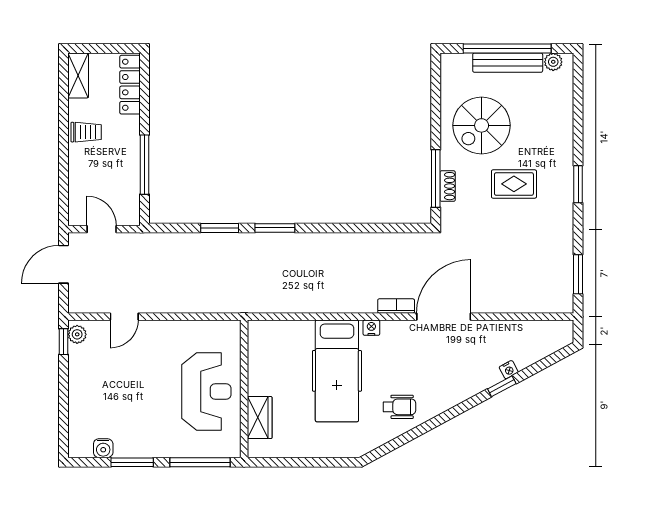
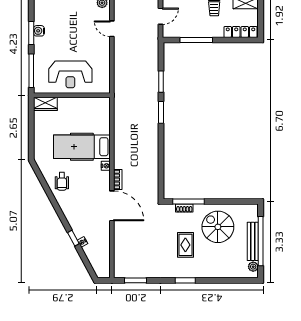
wardrobe: (260, 418) -> (45, 104), moved
water cooler: (103, 448) -> (39, 31), moved

